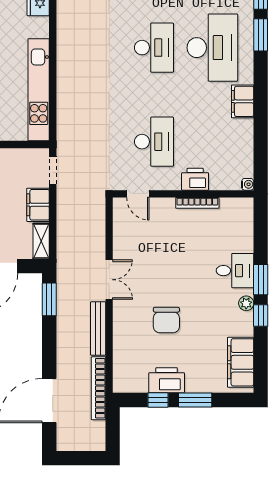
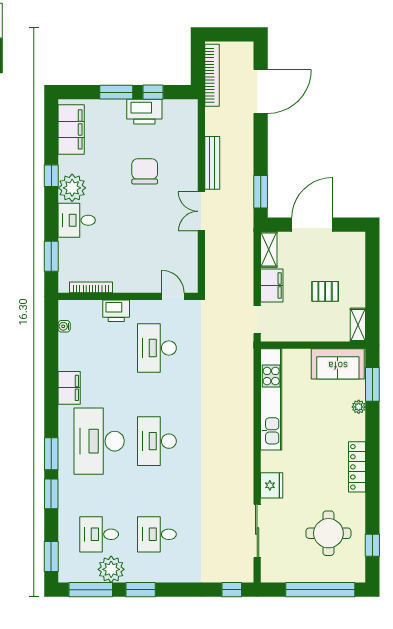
water cooler: (248, 184) -> (64, 326), moved
bookcase: (197, 203) -> (91, 287), moved
window: (261, 280) -> (51, 256), moved
plant: (246, 303) -> (72, 188), width x1.88, depth x1.88
bookcase: (98, 388) -> (212, 75), moved

